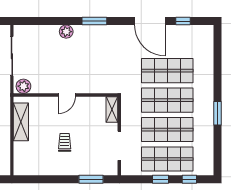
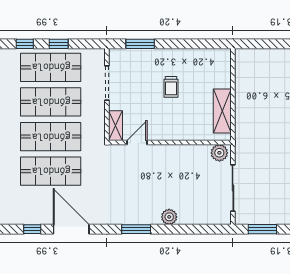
door: (67, 95) -> (137, 143), moved

